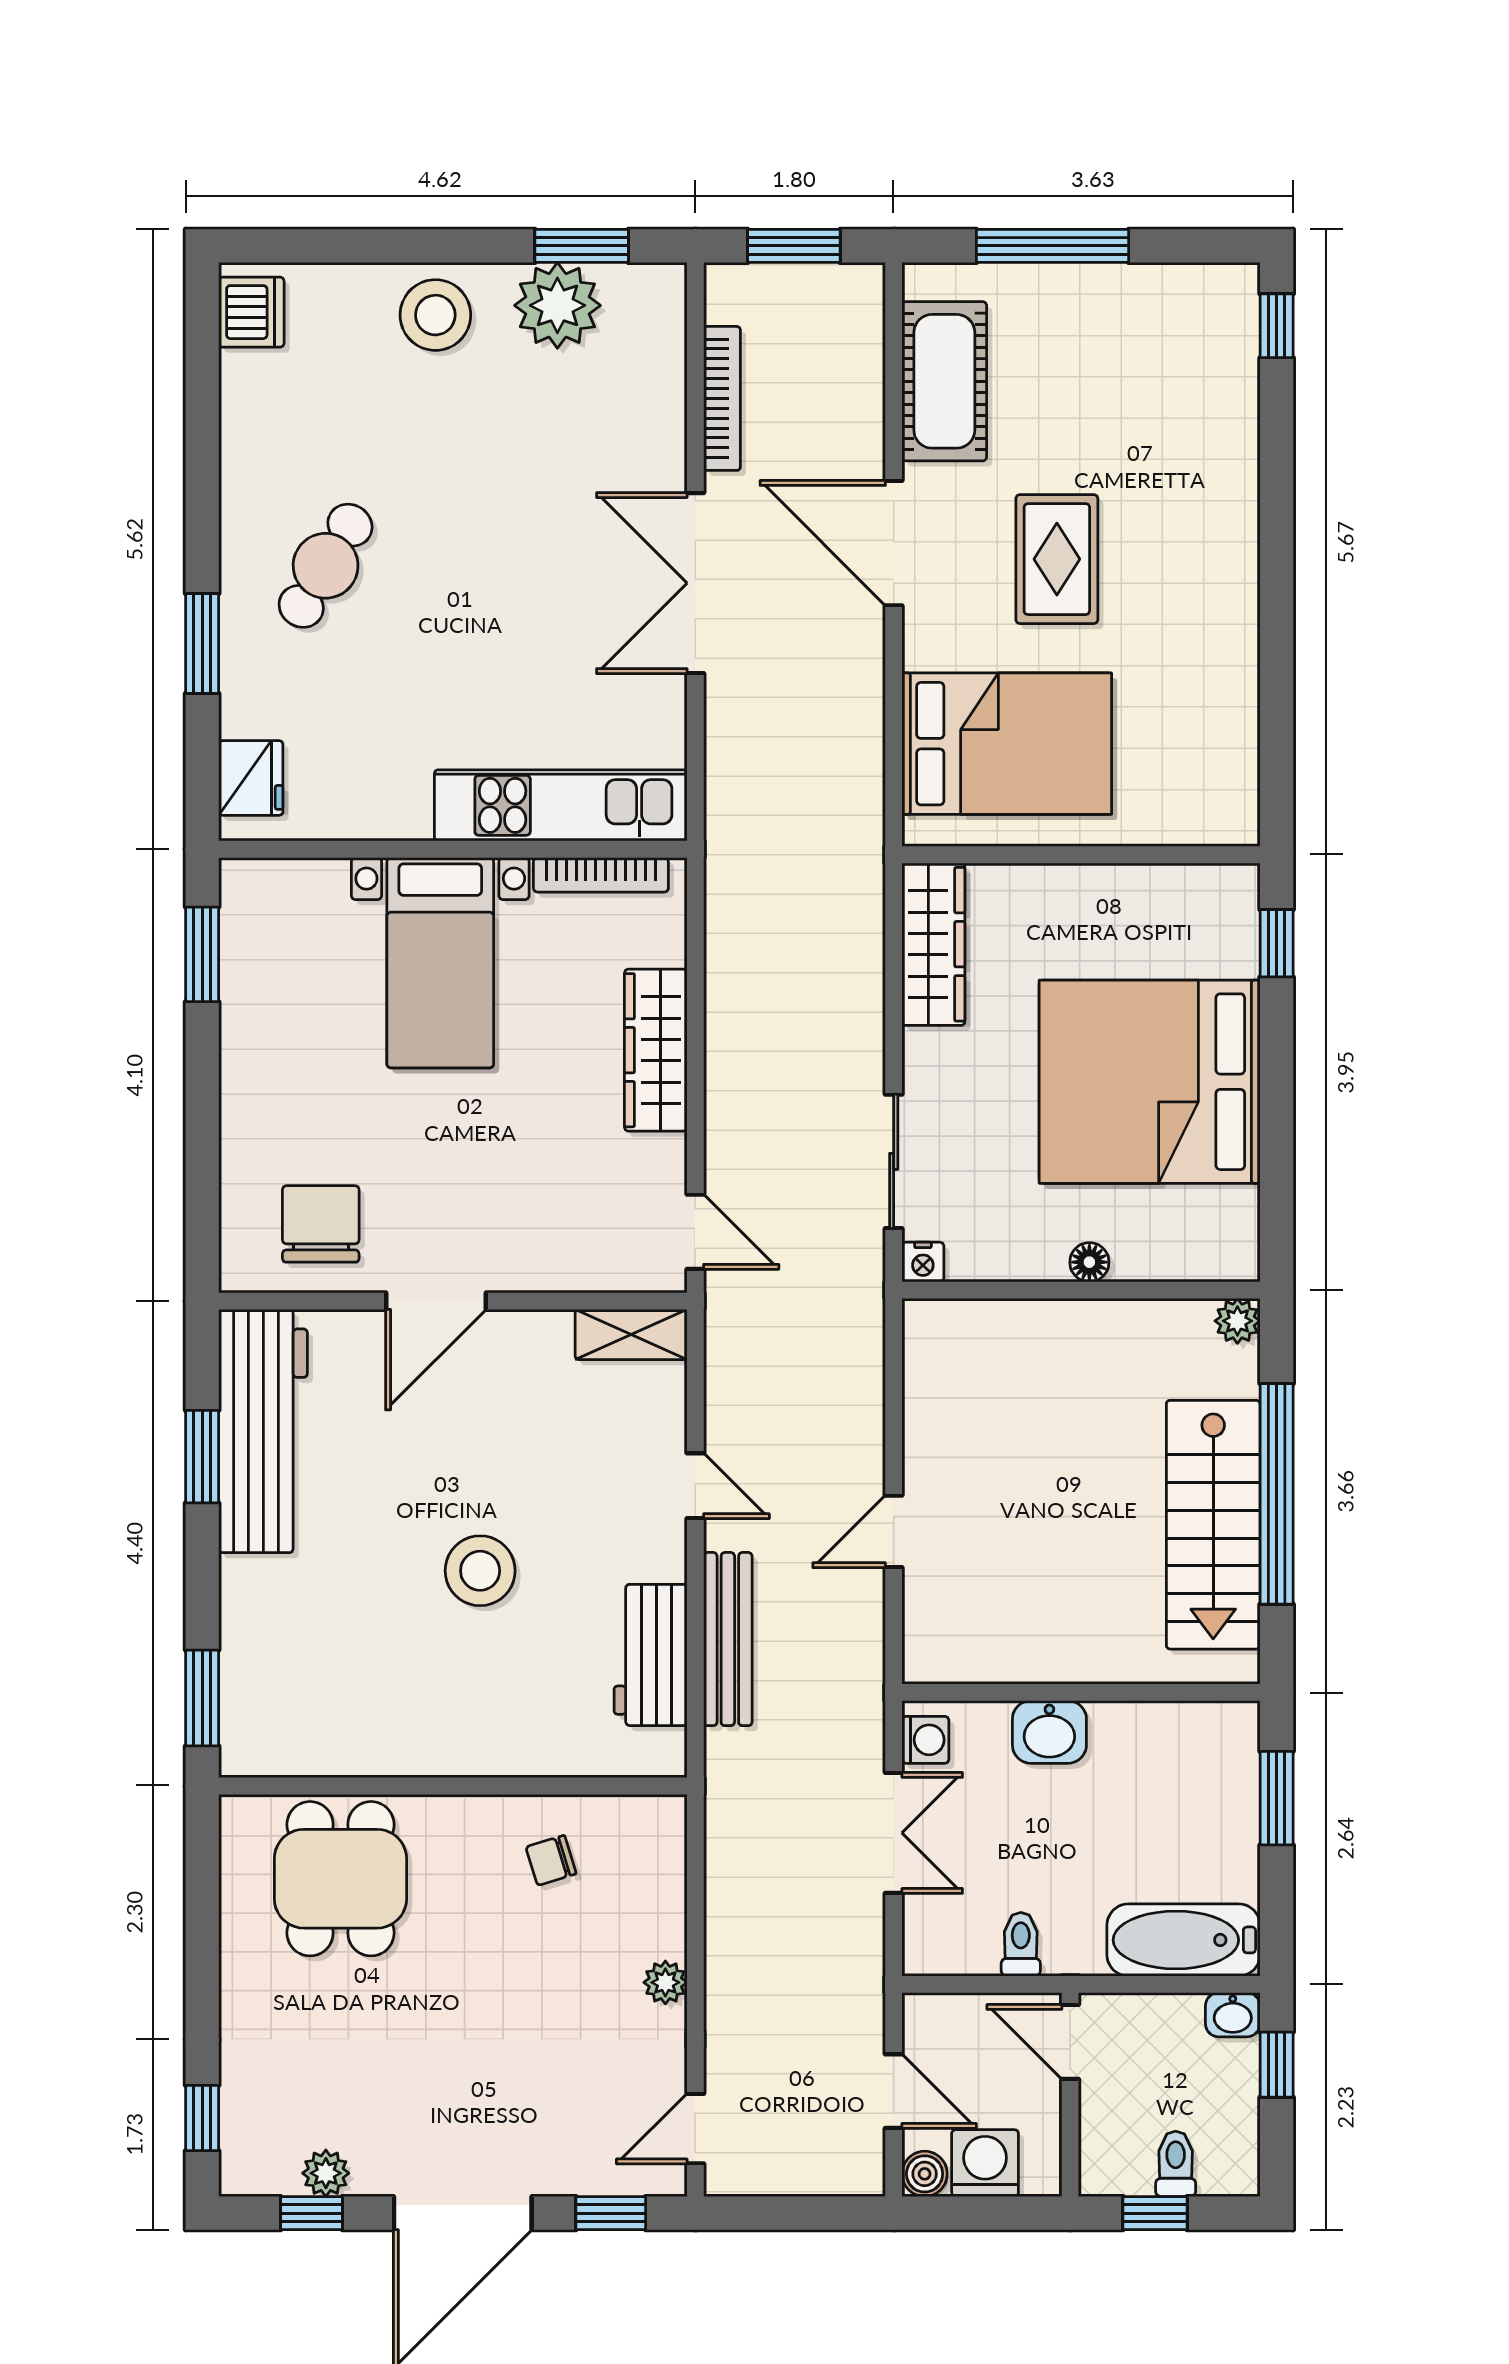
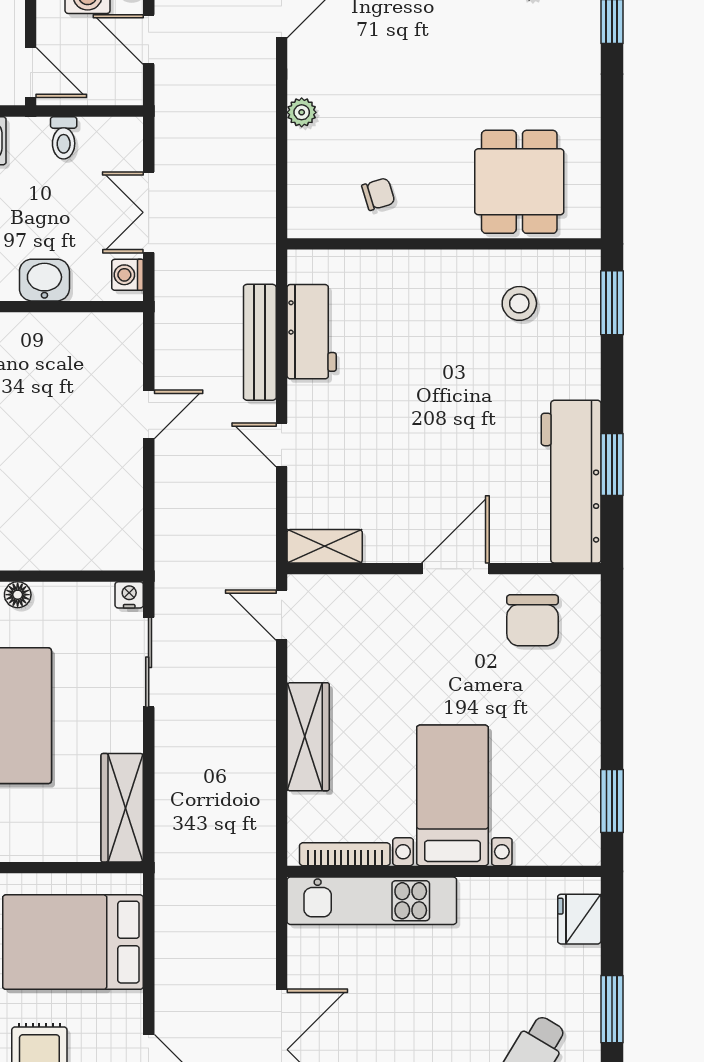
stool: (480, 1571) -> (519, 303), moved, width x0.73, depth x0.73

